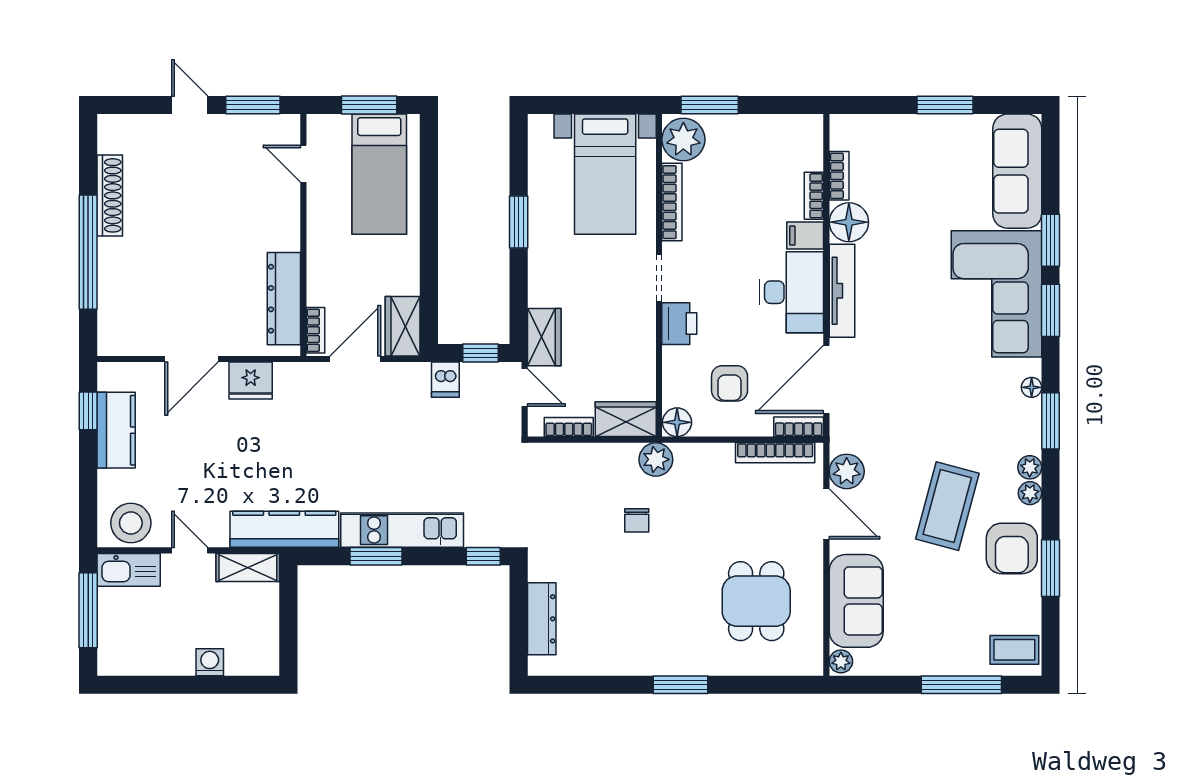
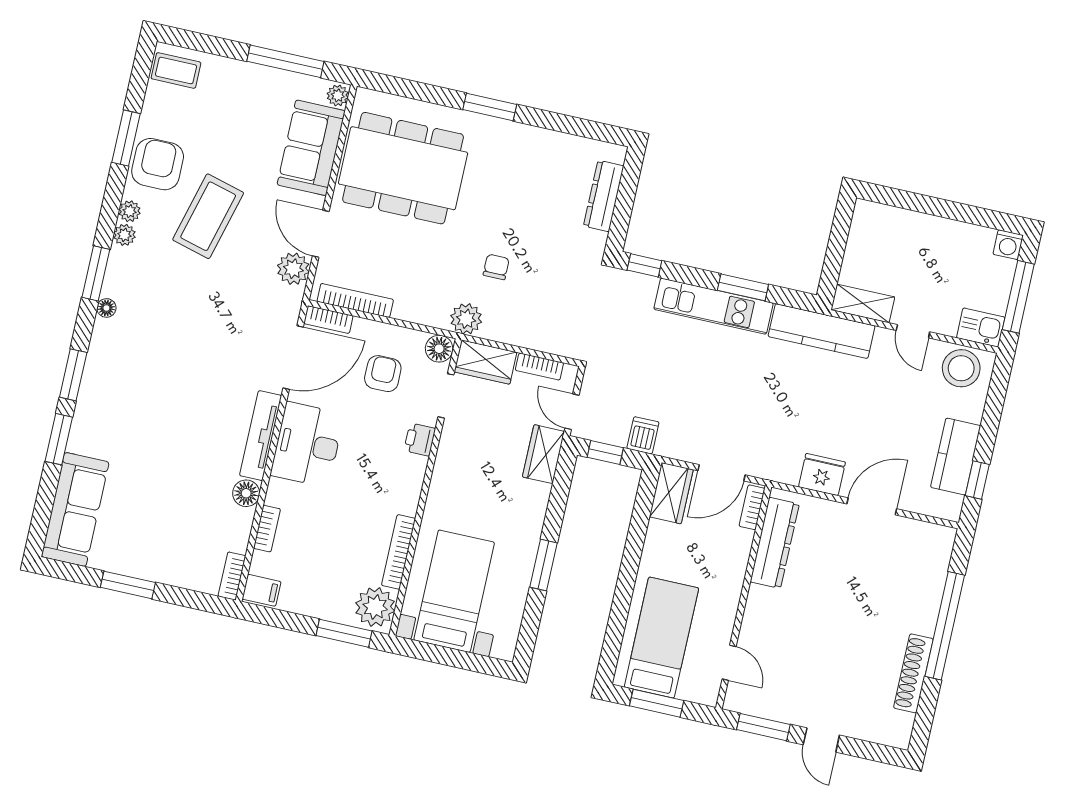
bookcase: (839, 176) -> (232, 576), moved
floor lamp: (849, 222) -> (246, 493), width x0.73, depth x0.73
filing cabinet: (805, 236) -> (262, 590), moved
doorway: (659, 278) -> (446, 396), moved
corner sofa: (996, 294) -> (119, 401), removed
printer: (679, 324) -> (420, 440), width x0.73, depth x0.81
kitchen sink: (129, 570) -> (981, 327), width x0.73
dining table: (756, 601) -> (403, 168), width x1.88, depth x1.24
washing machine: (210, 662) -> (1008, 245), moved
window: (961, 685) -> (285, 61), moved

